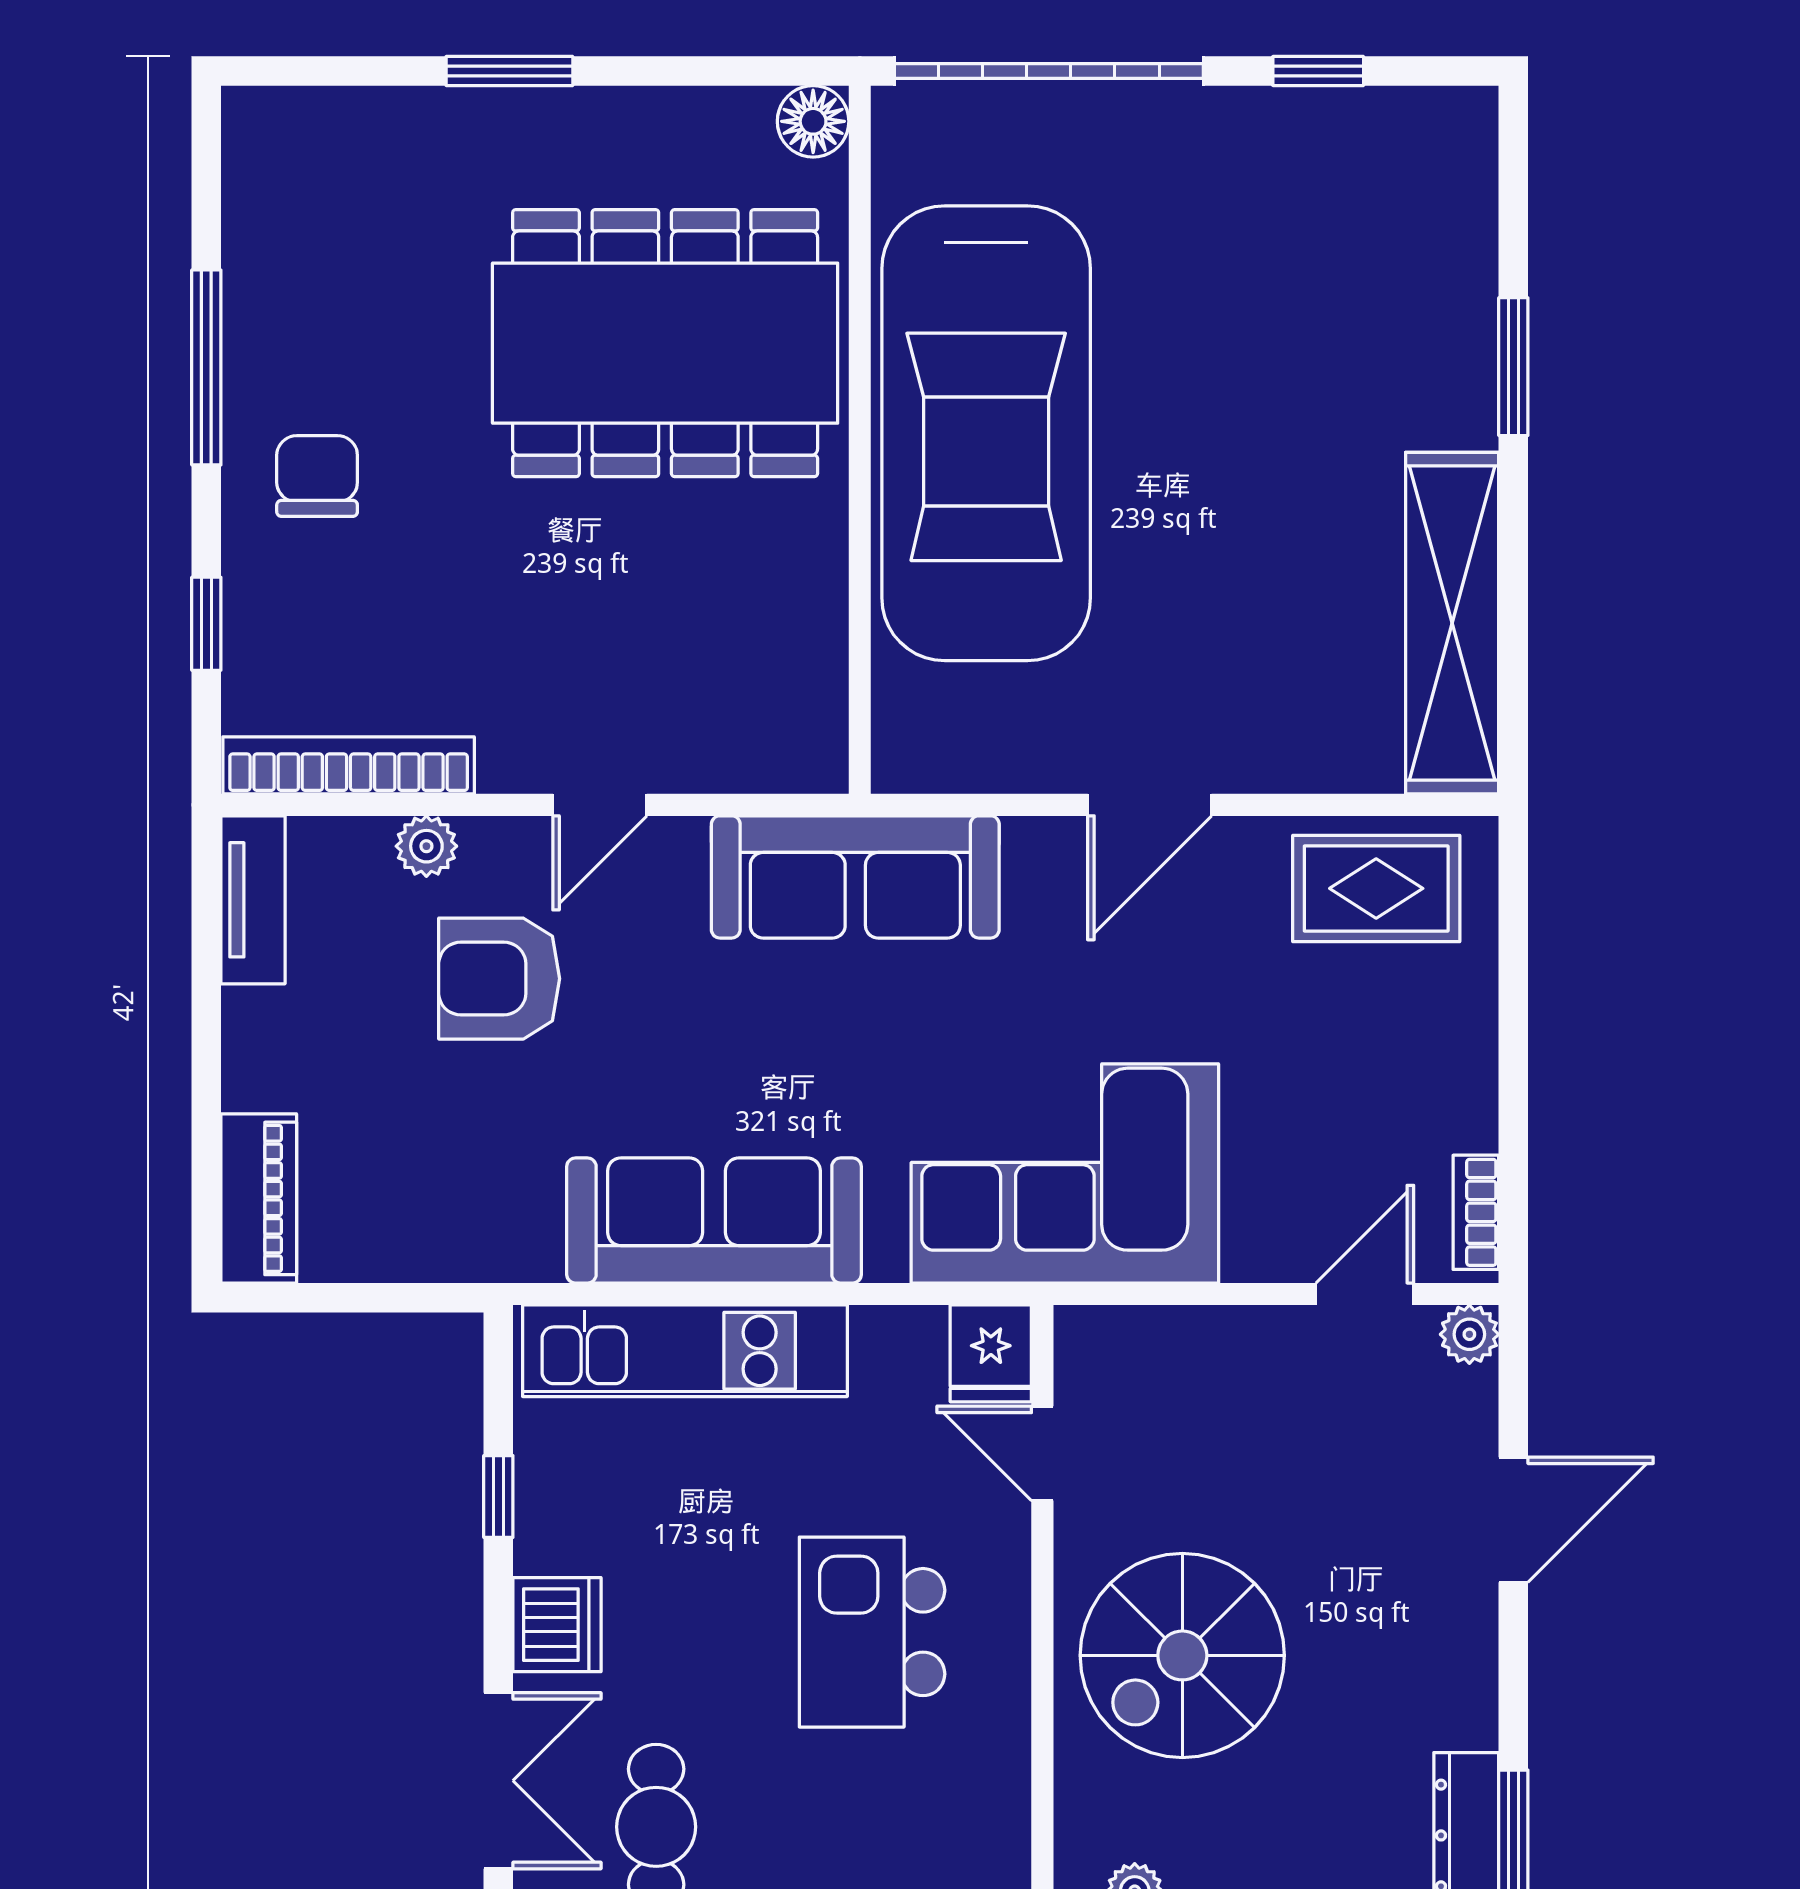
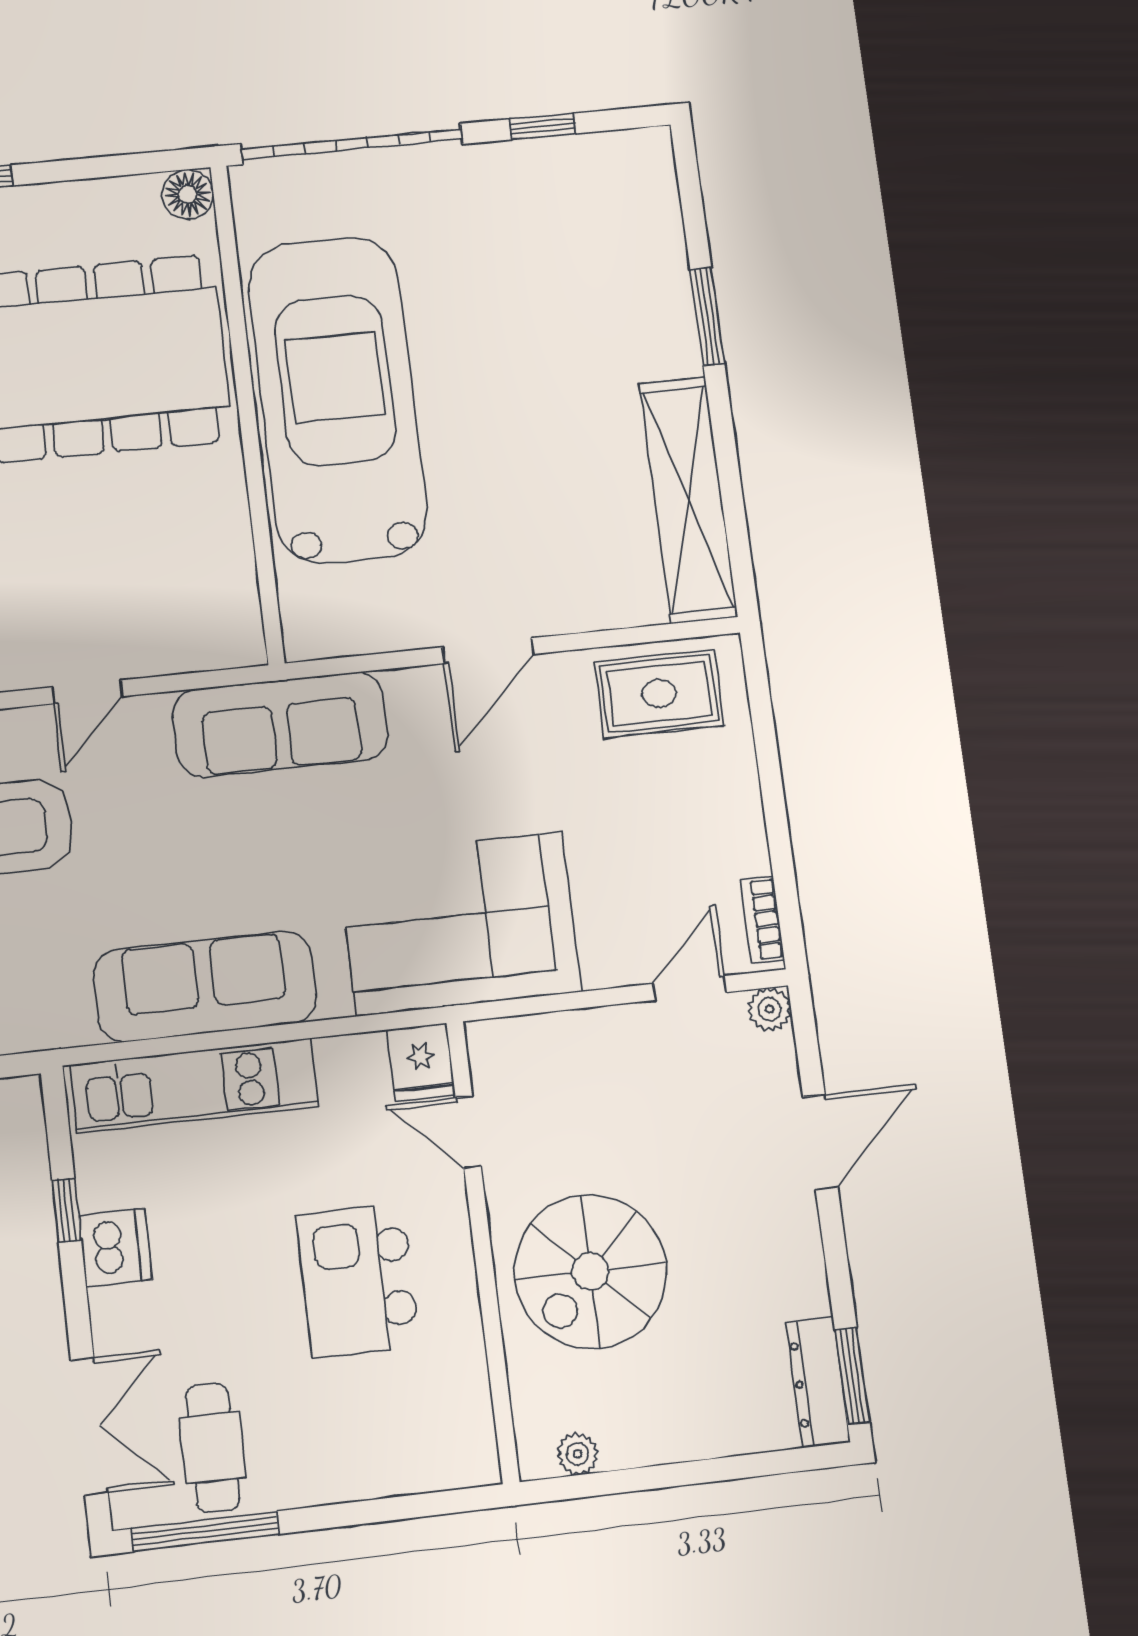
car: (986, 433) -> (338, 399), turned 180
dishwasher: (557, 1625) -> (115, 1248), moved

